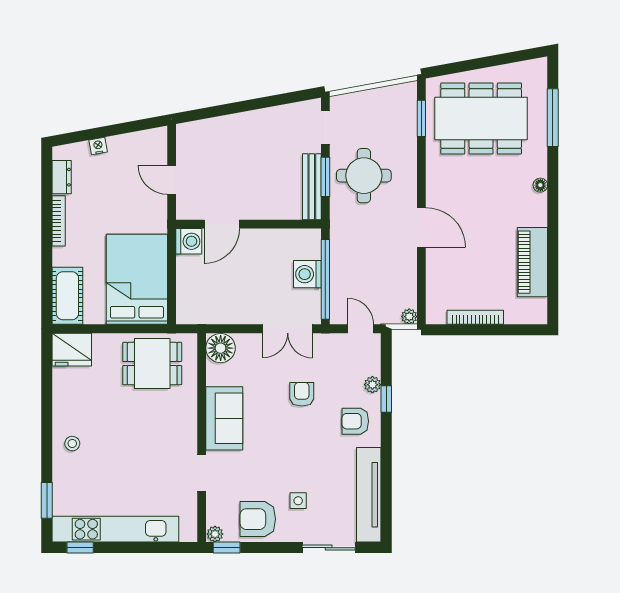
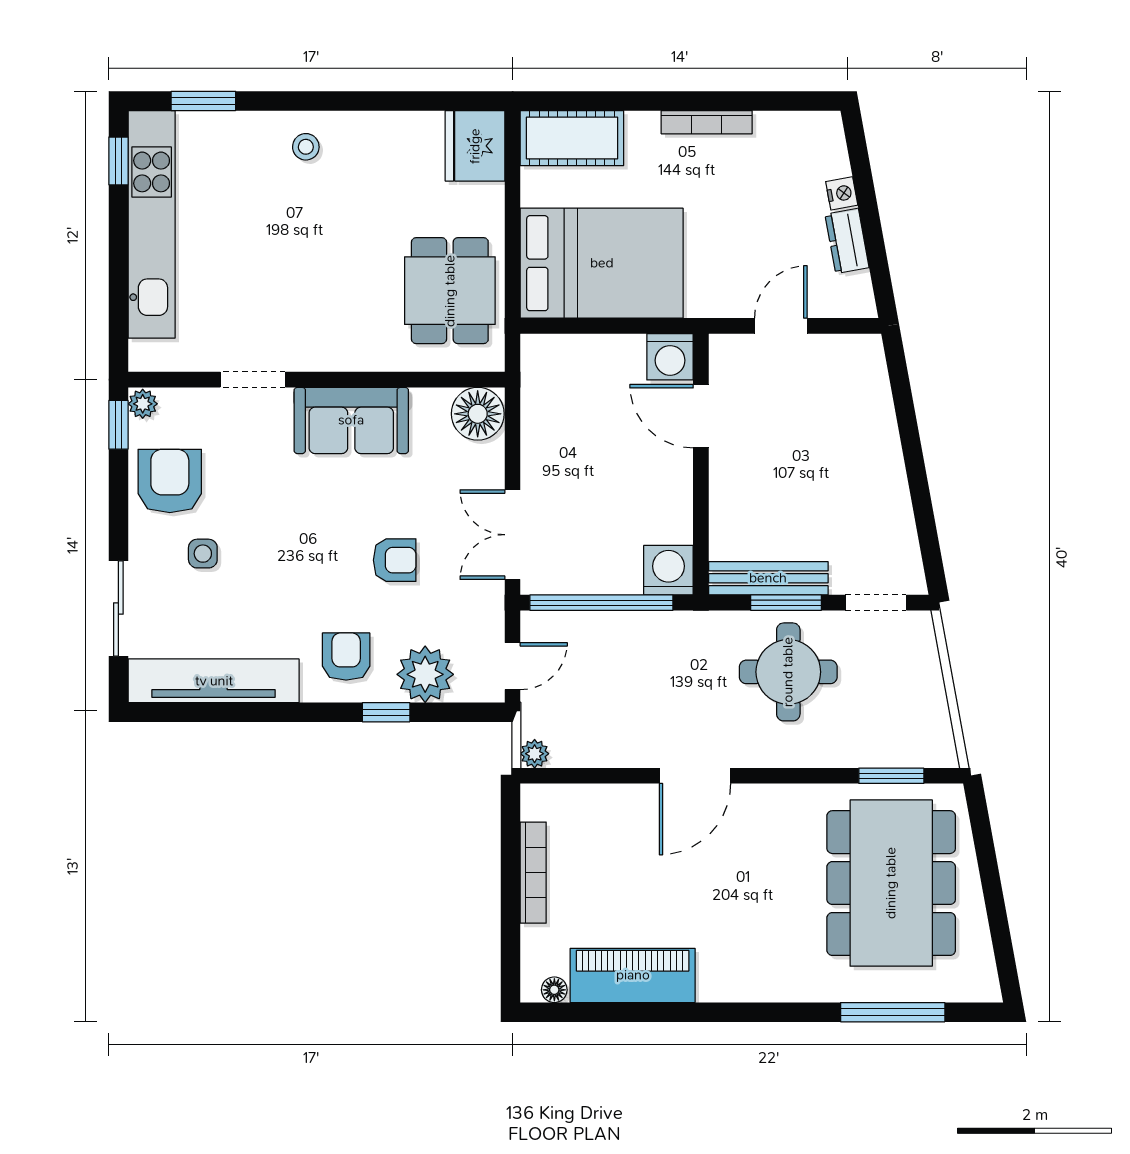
dresser: (62, 177) -> (847, 241), moved, turned 80
floor lamp: (540, 185) -> (554, 990), moved
washing machine: (307, 274) -> (668, 570), moved
plant: (372, 385) -> (425, 674), width x1.87, depth x1.87

